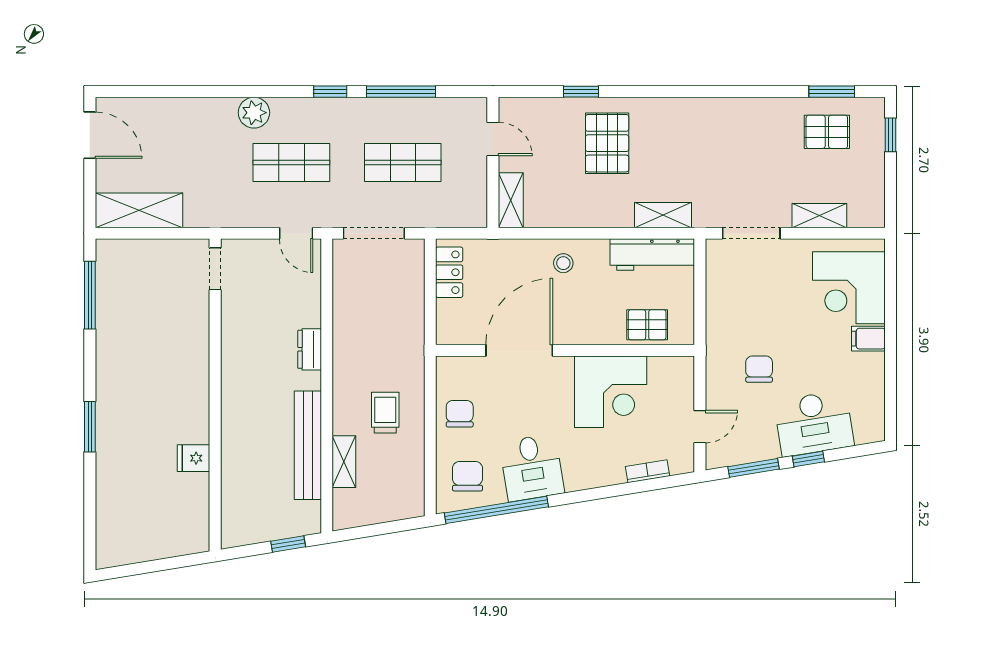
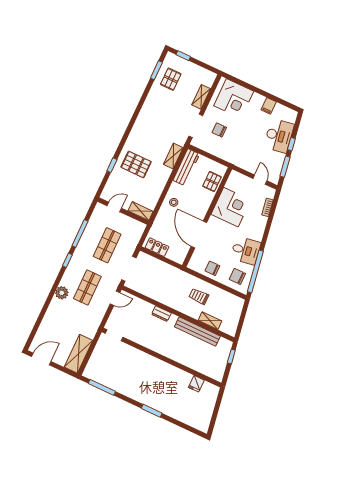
filing cabinet: (868, 339) -> (269, 106), moved
chair: (759, 369) -> (219, 130), moved
fridge: (194, 458) -> (196, 384), moved

